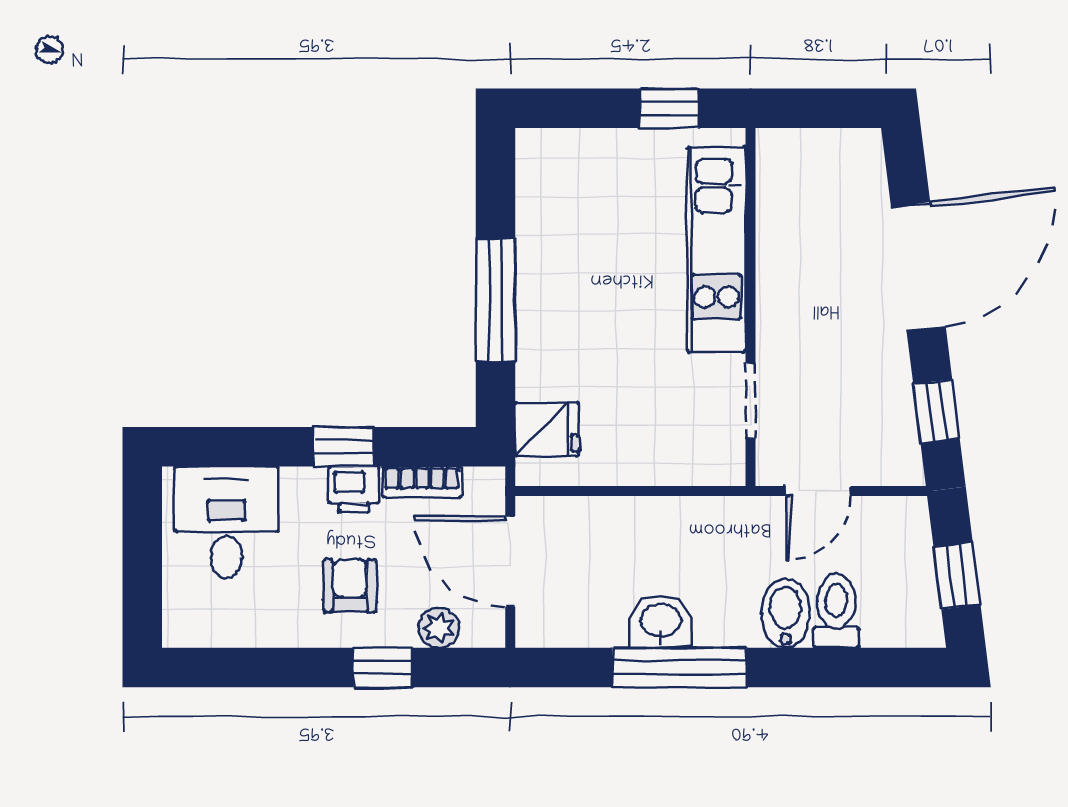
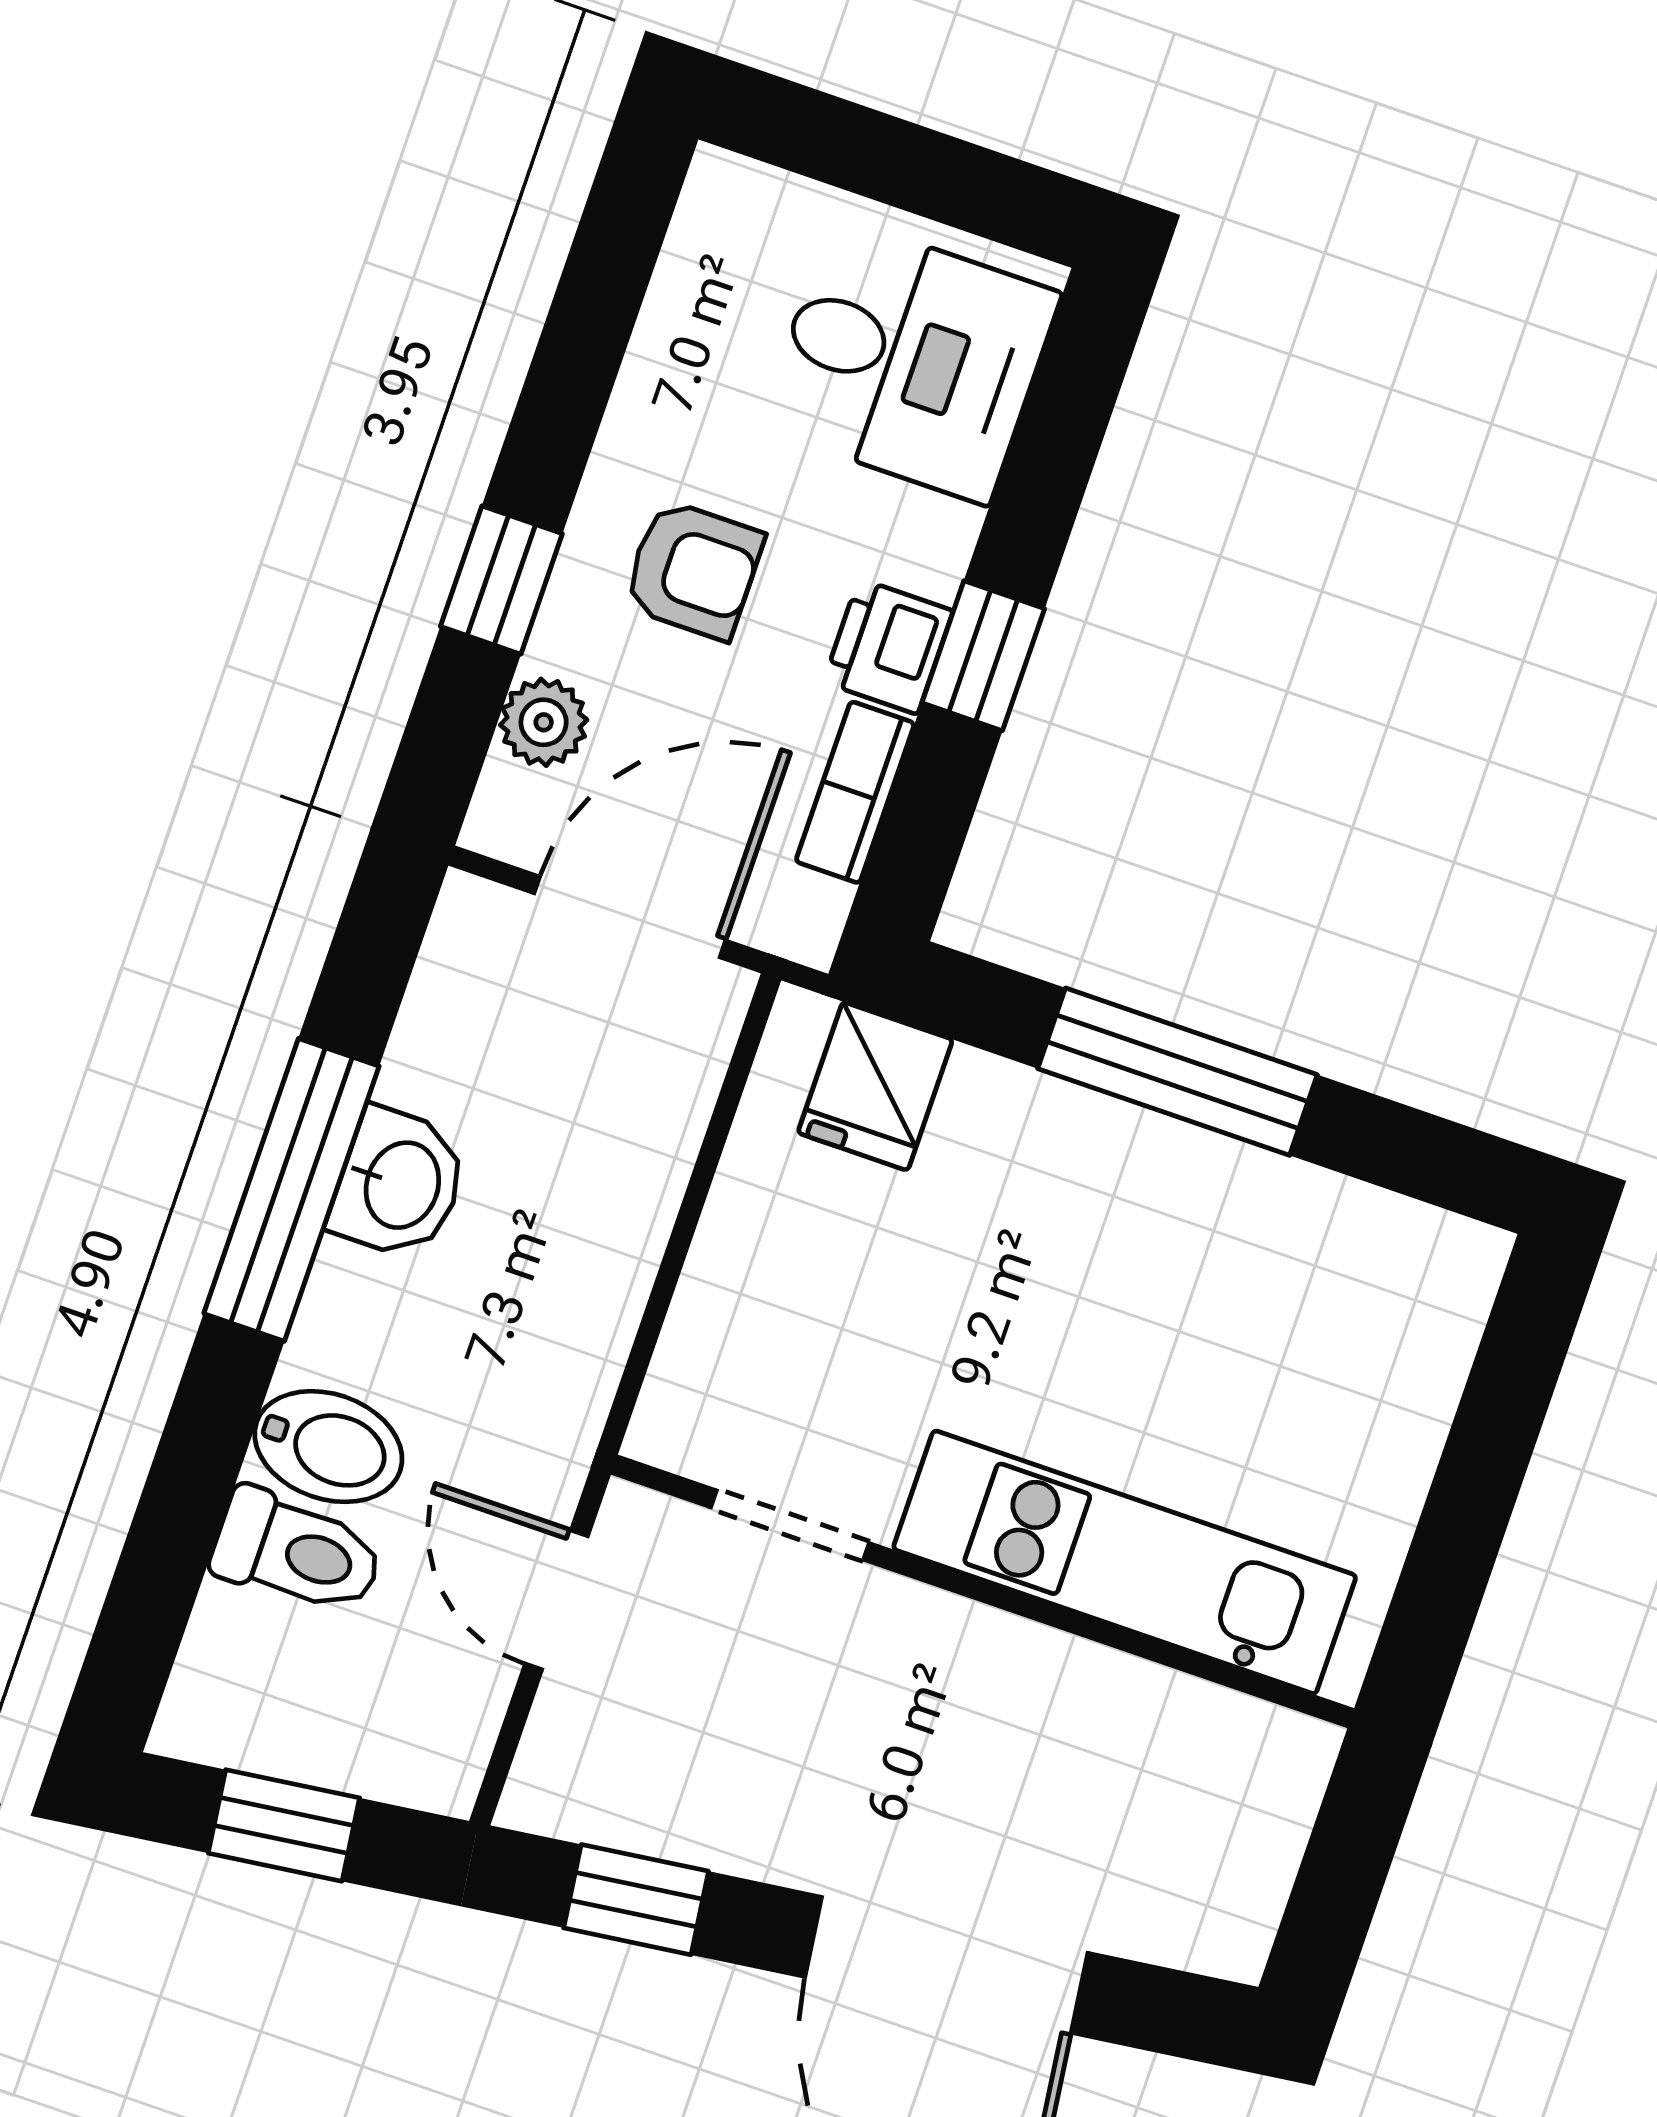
window: (669, 108) -> (1449, 1565), removed

